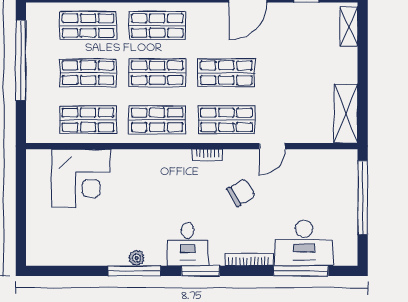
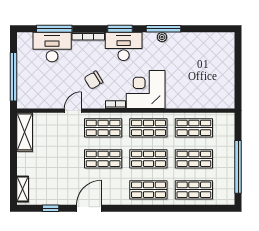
corner desk: (81, 178) -> (146, 89), moved
desk: (188, 244) -> (124, 46), width x1.37

